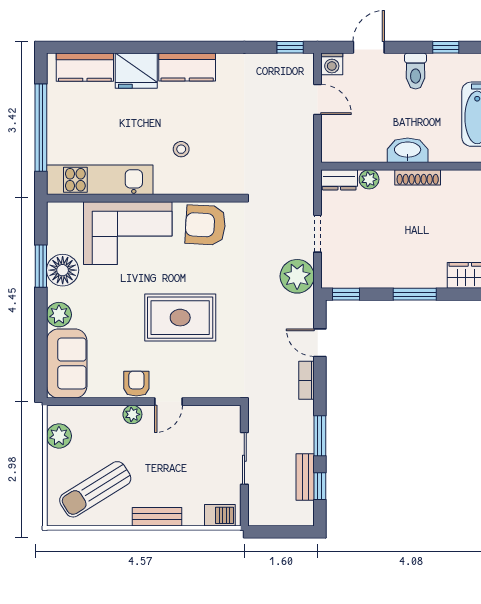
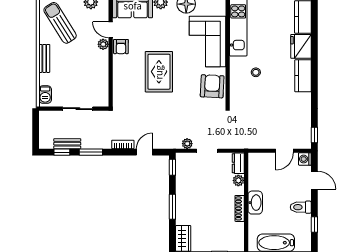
plant: (297, 276) -> (187, 144), width x0.53, depth x0.53
armchair: (136, 384) -> (121, 47), turned 90
door: (169, 402) -> (111, 30), moved

